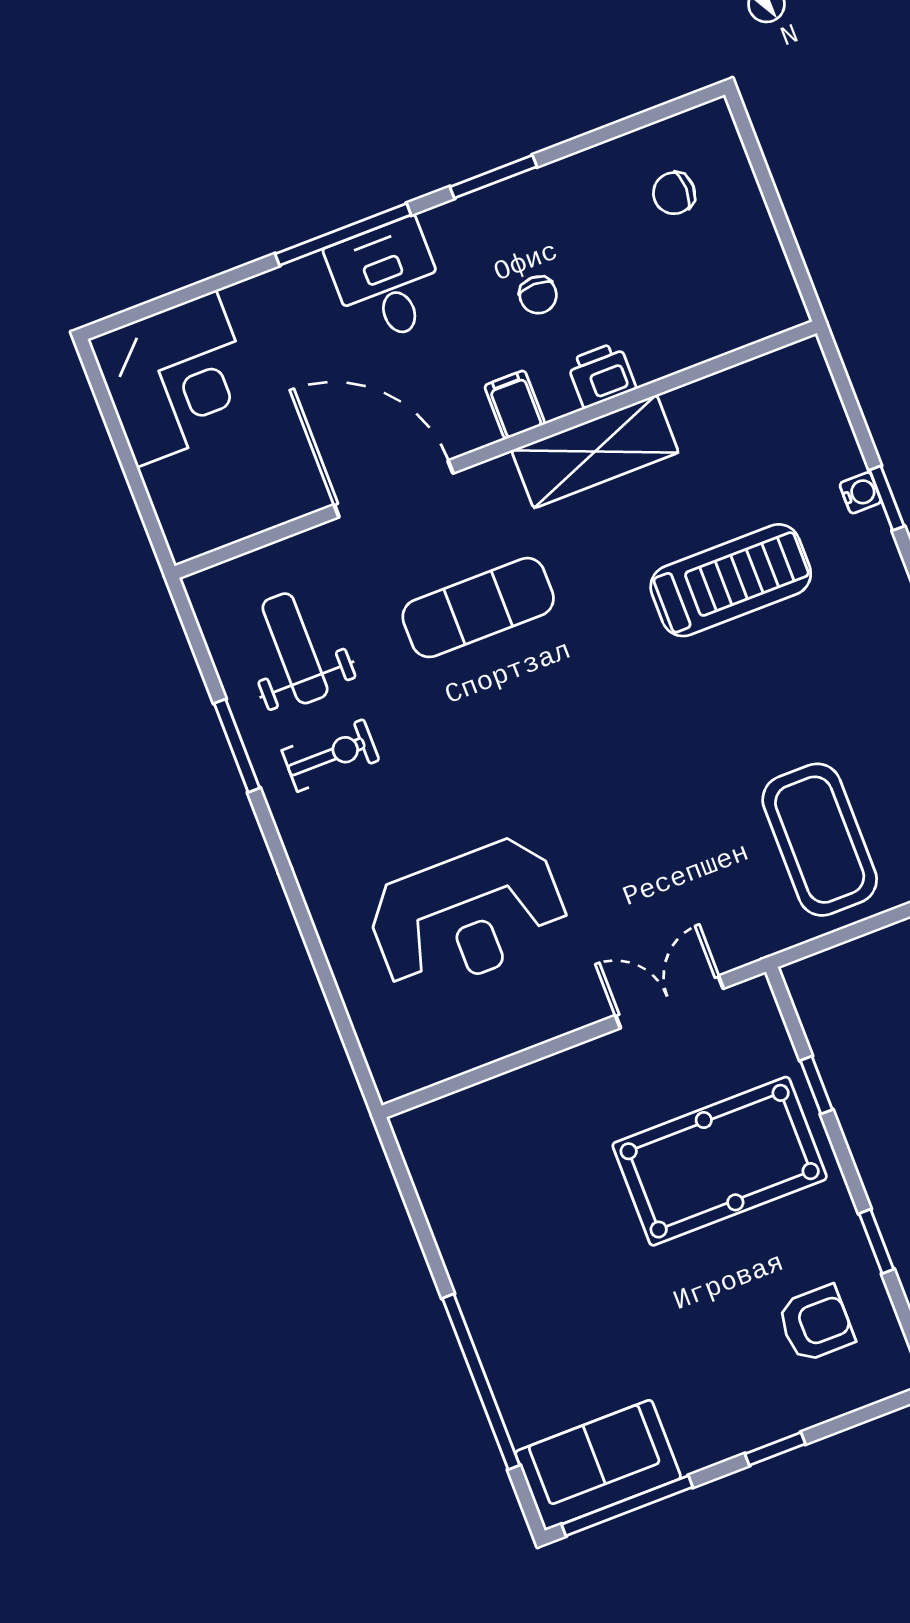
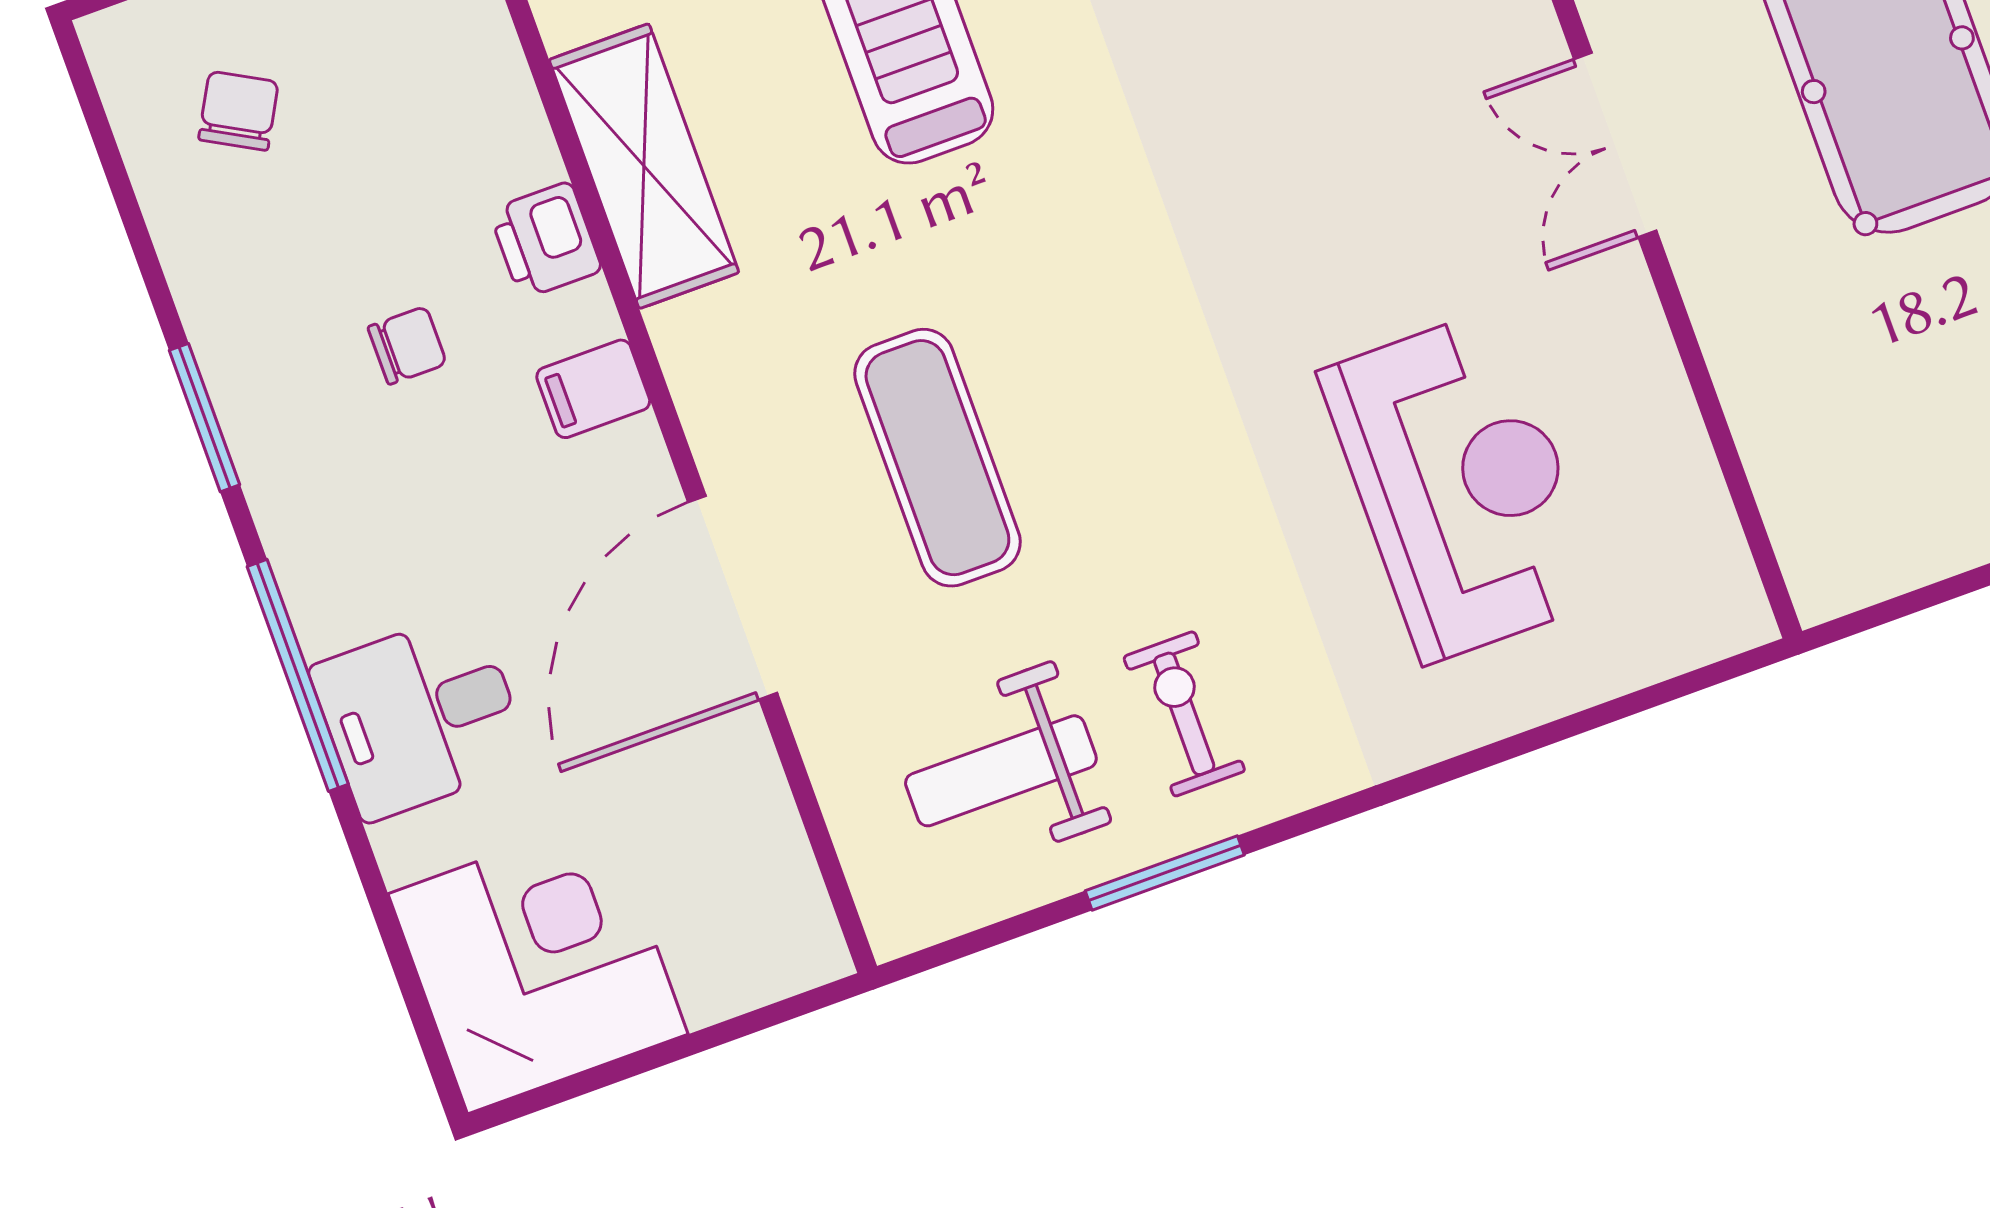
chair: (674, 193) -> (238, 111), turned -151
desk: (387, 281) -> (420, 716), moved
shelving: (595, 452) -> (644, 166), moved

